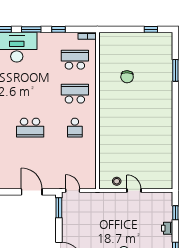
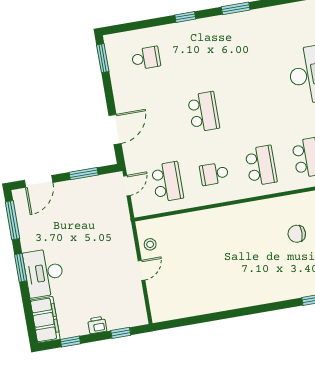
school desk: (30, 128) -> (203, 112), turned 180
school desk: (75, 162) -> (167, 182), added
window: (59, 208) -> (84, 174), moved

